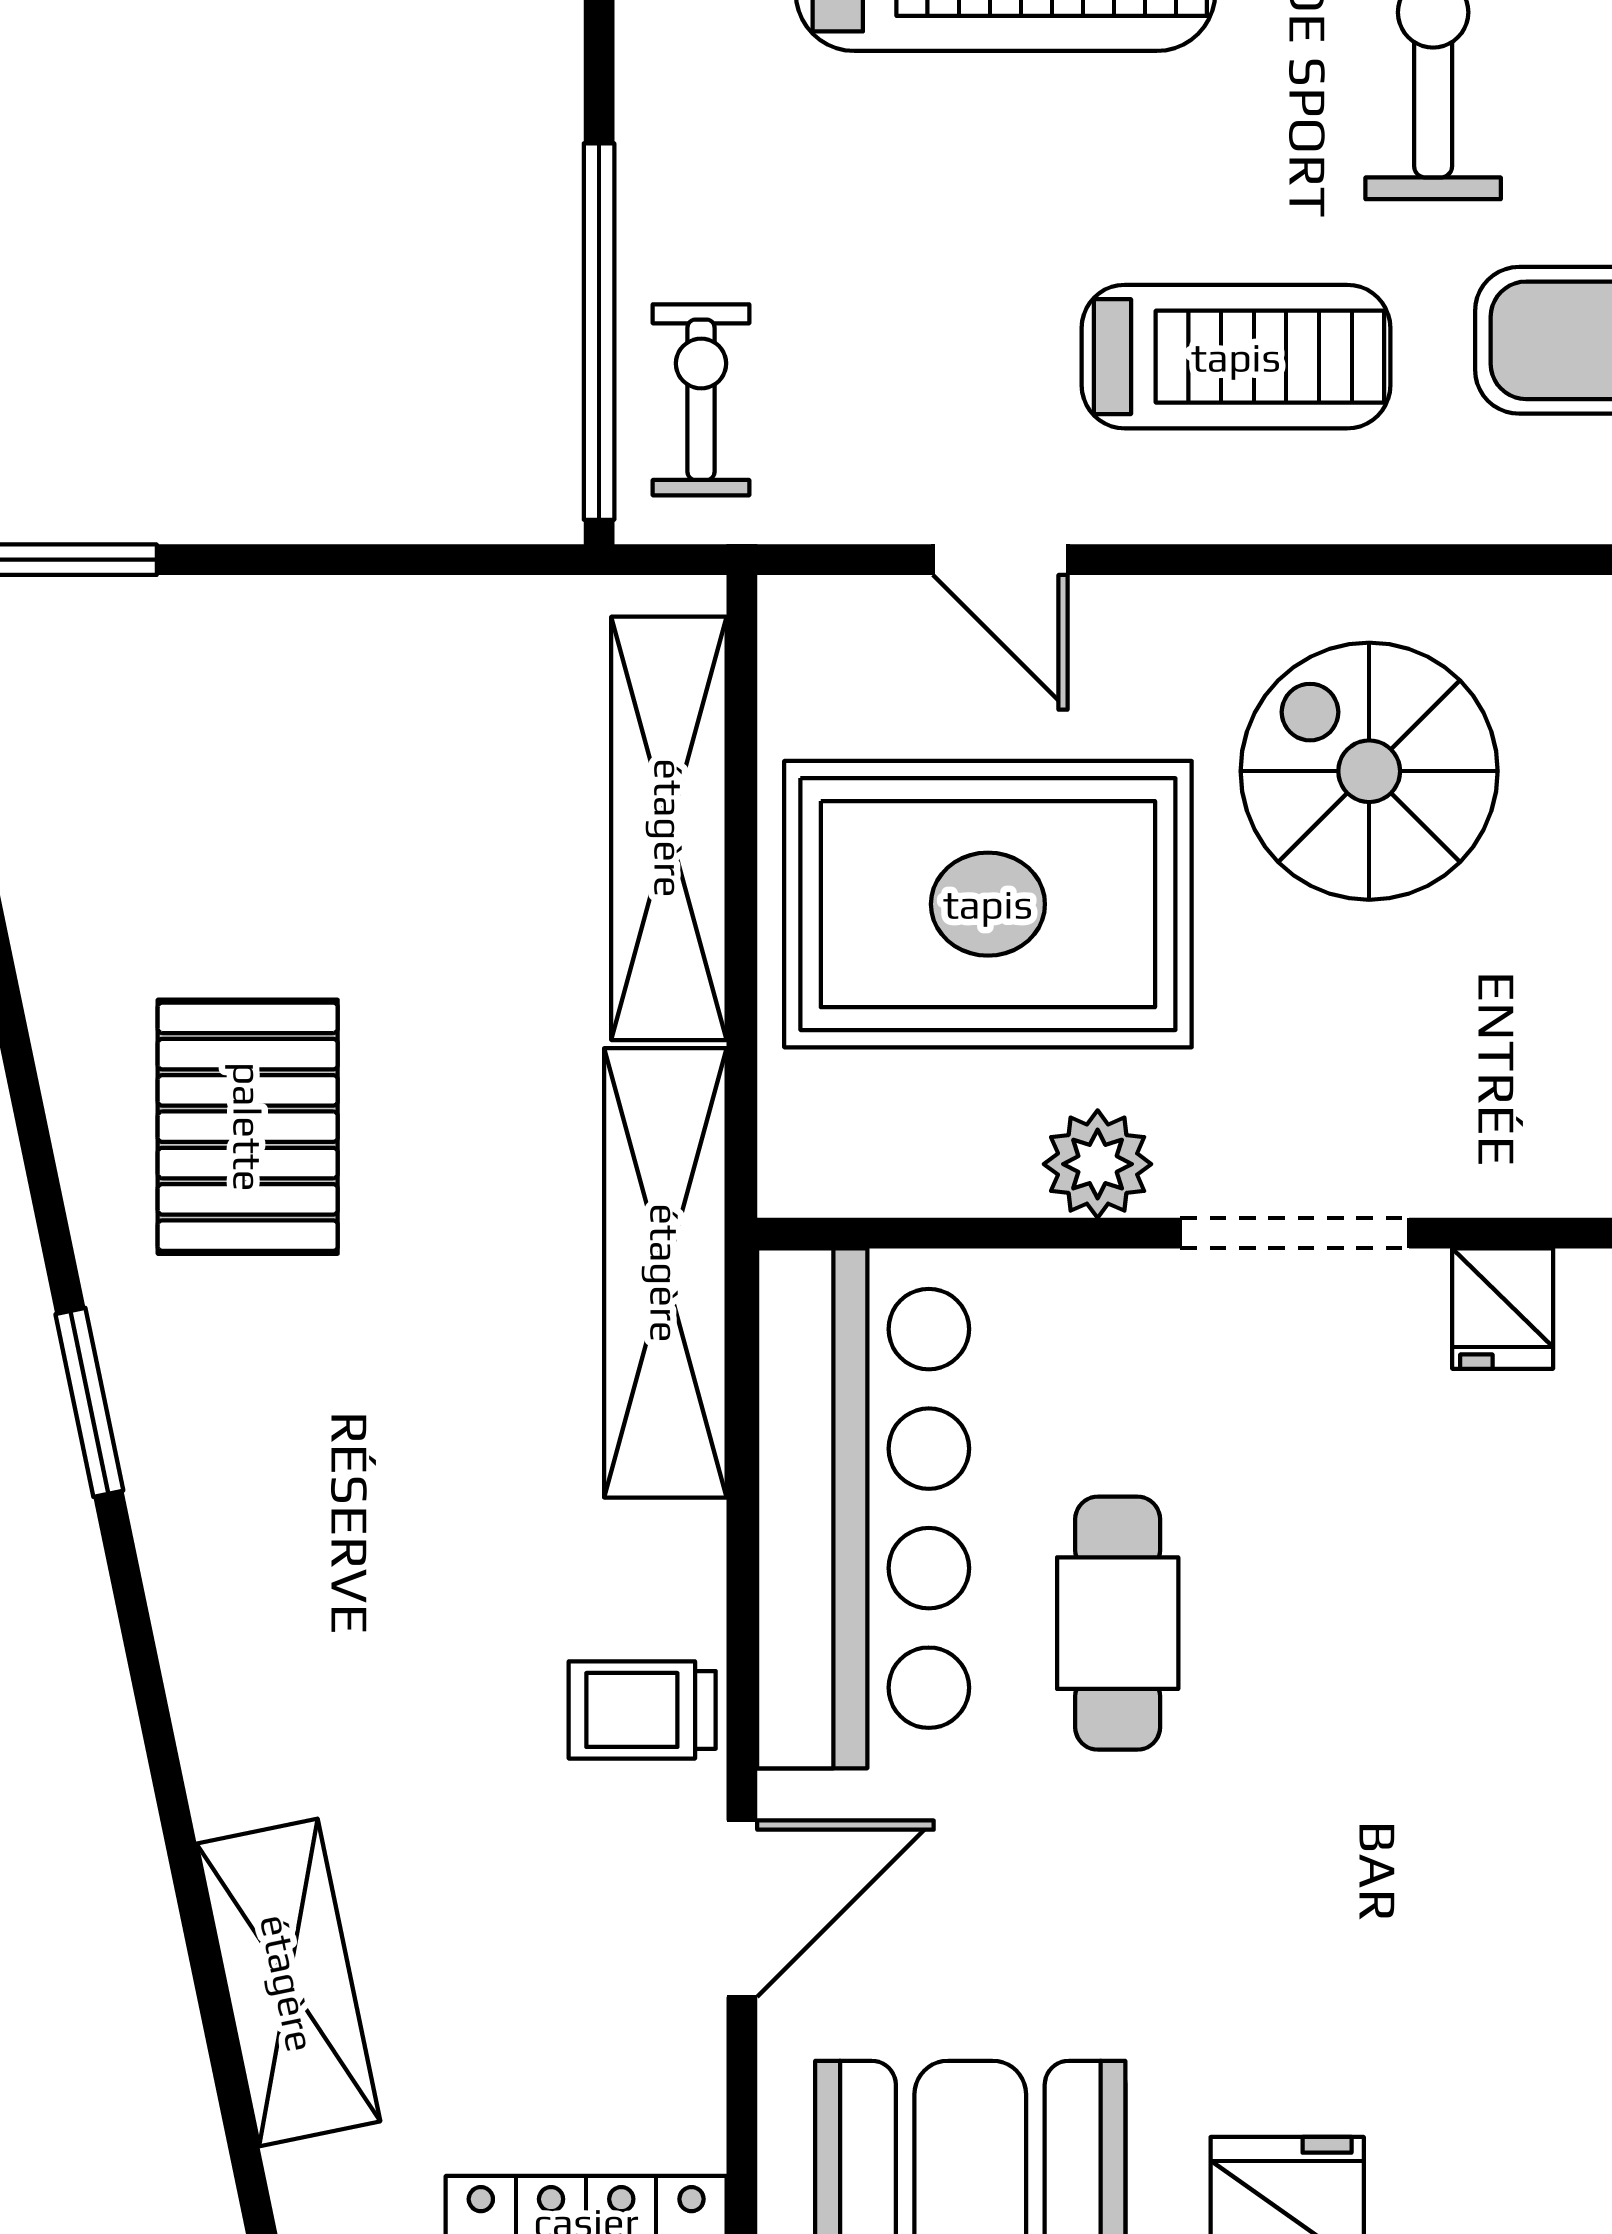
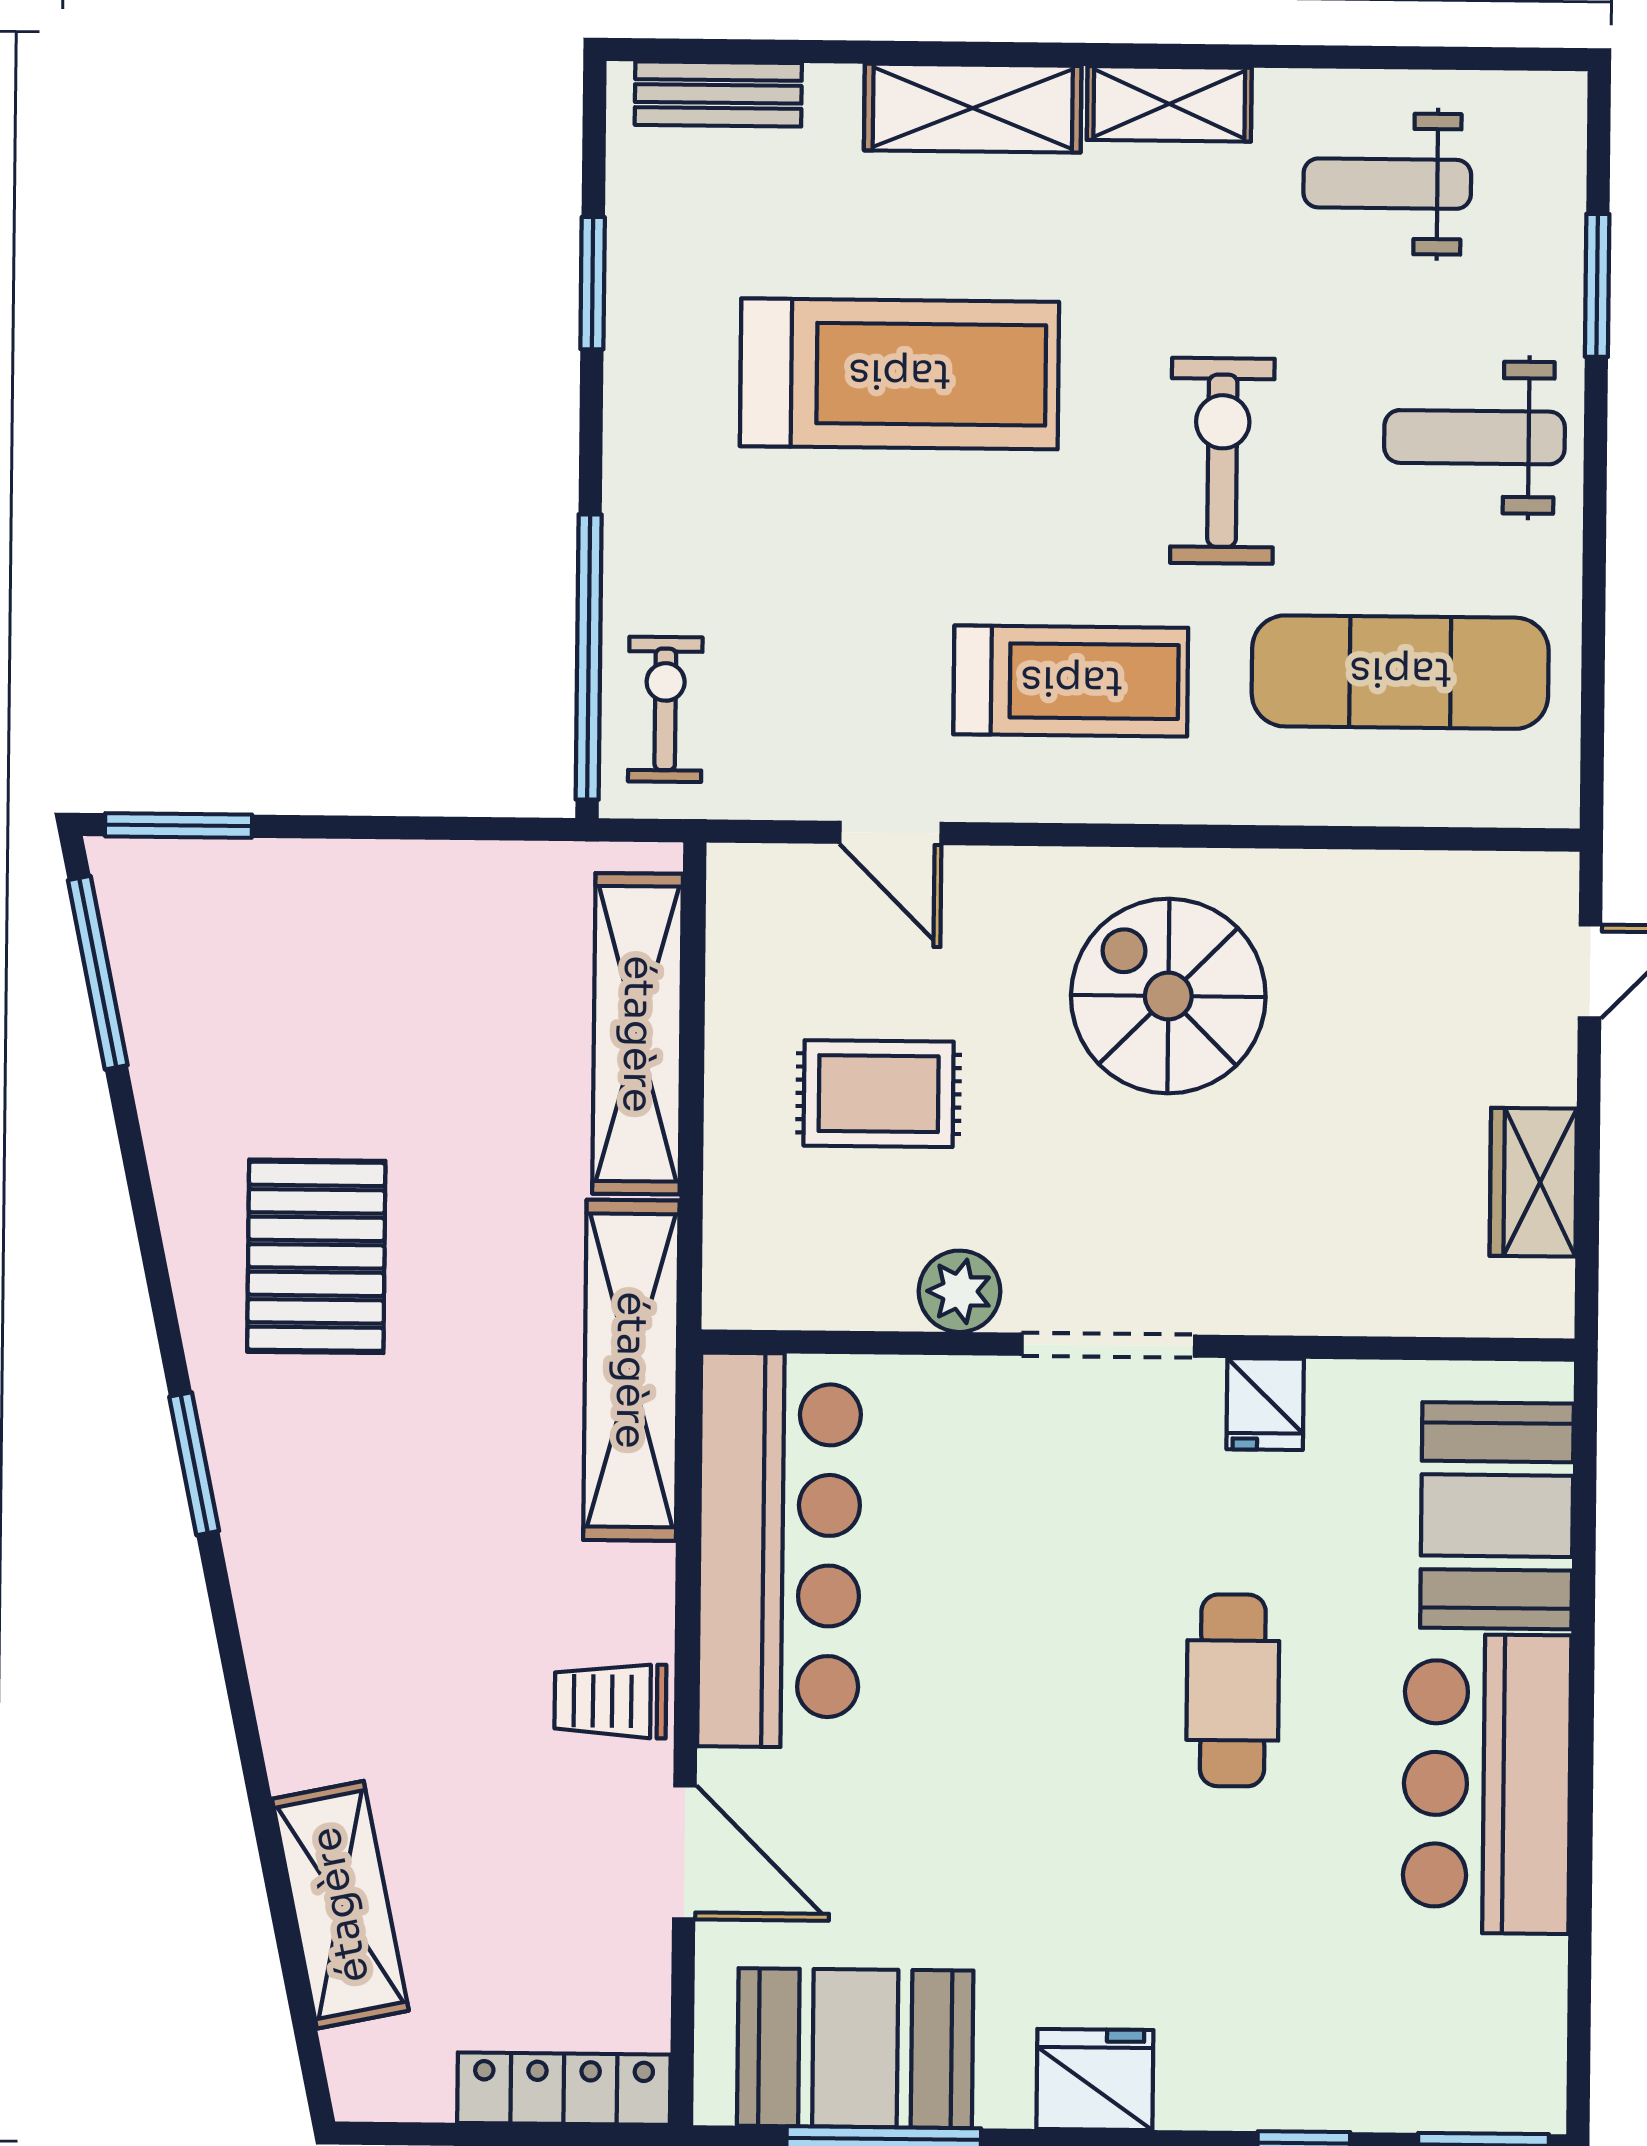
rug: (988, 904) -> (879, 1094), width x0.54, depth x0.49
cafe table: (1118, 1623) -> (1233, 1690), moved
door: (742, 1909) -> (684, 1852), hinge flipped

